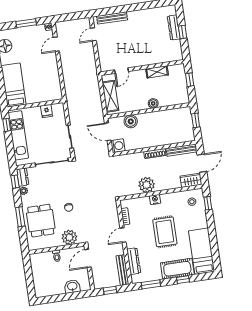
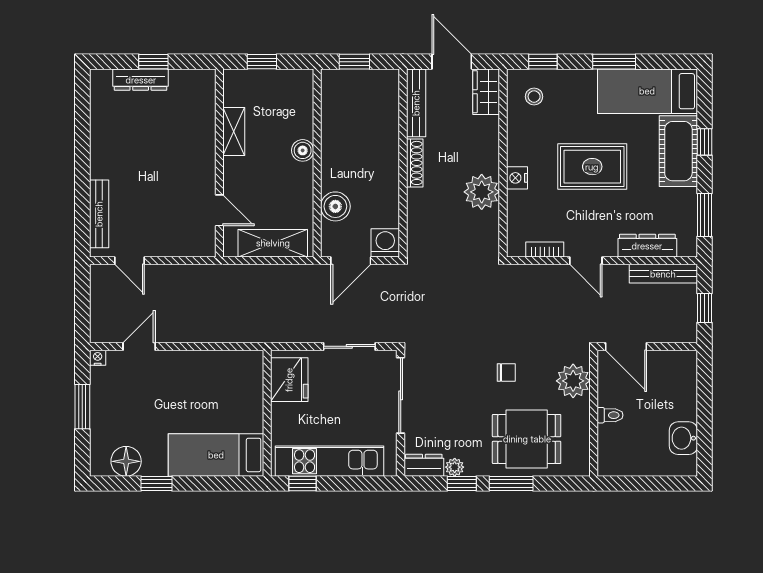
door: (56, 44) -> (139, 346), swing flipped
fridge: (47, 111) -> (289, 380), width x1.88, depth x1.34
window: (15, 182) -> (462, 483), moved
window: (212, 235) -> (614, 62), added
washbasin: (72, 286) -> (683, 438), moved

